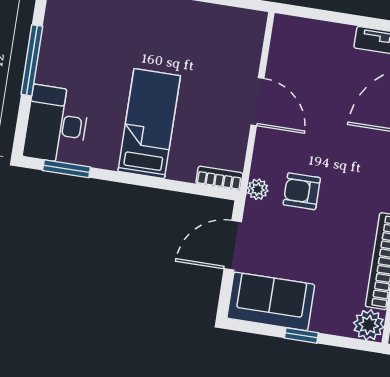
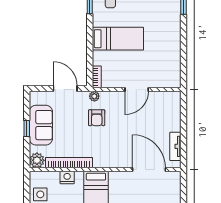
armchair: (302, 191) -> (97, 118), turned 180
sofa: (271, 301) -> (41, 125), moved

